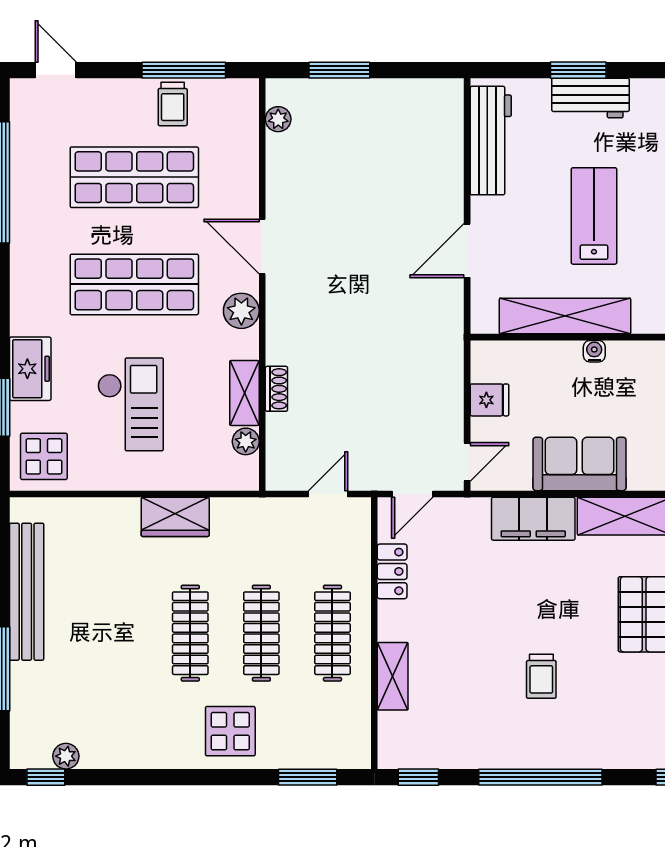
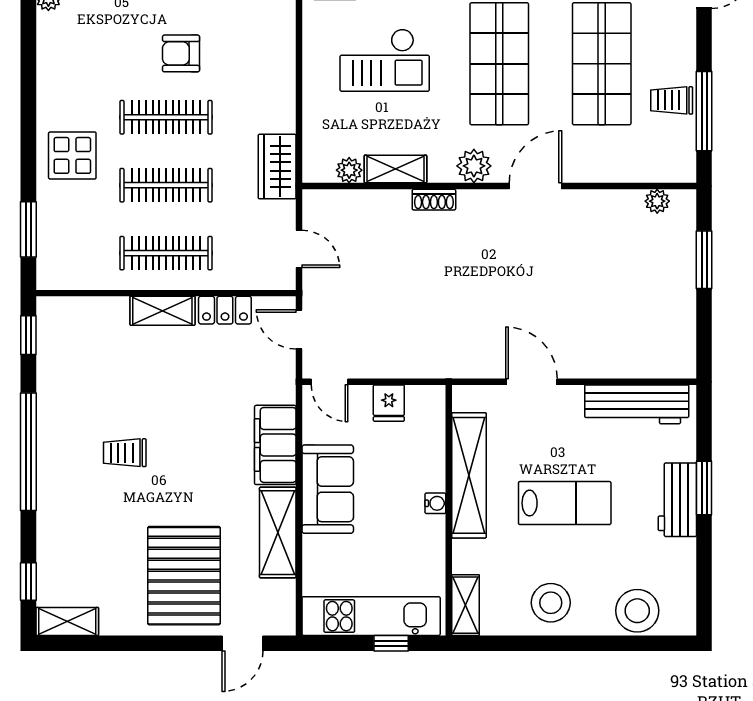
shoe rack: (276, 389) -> (434, 200), moved
wardrobe: (175, 517) -> (277, 167), moved
armchair: (123, 617) -> (181, 53), added
shelving: (393, 676) -> (162, 311), moved

